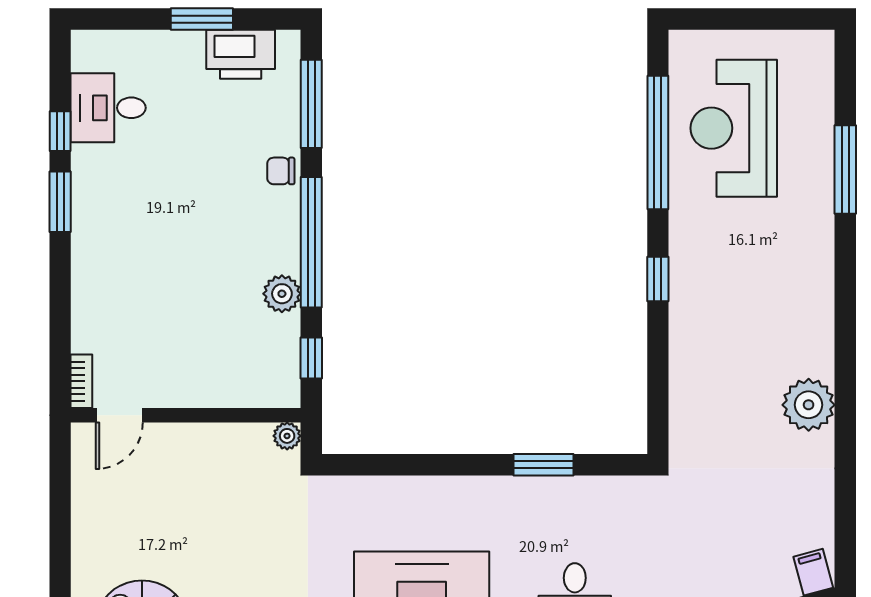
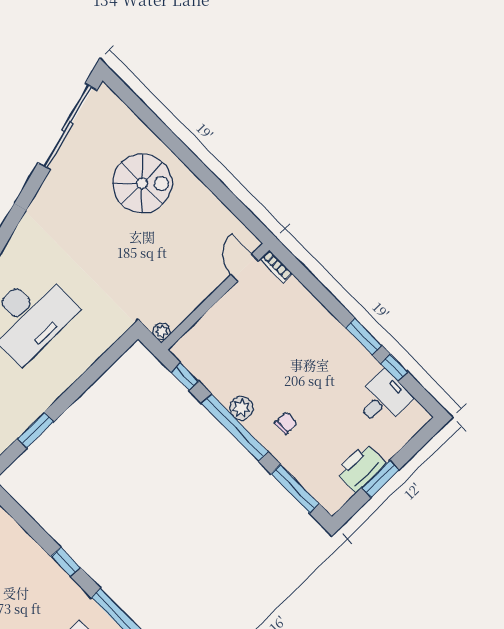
printer: (241, 54) -> (360, 468), moved
chair: (281, 171) -> (286, 423), moved
plant: (282, 294) -> (241, 408), moved

